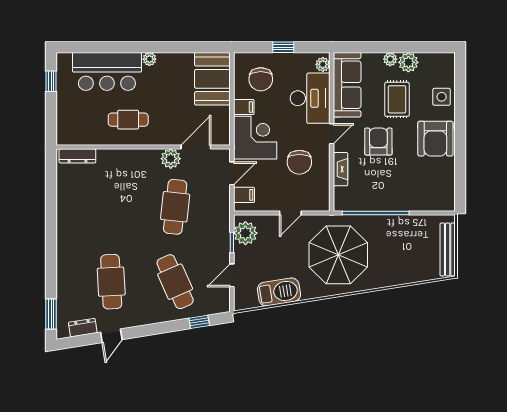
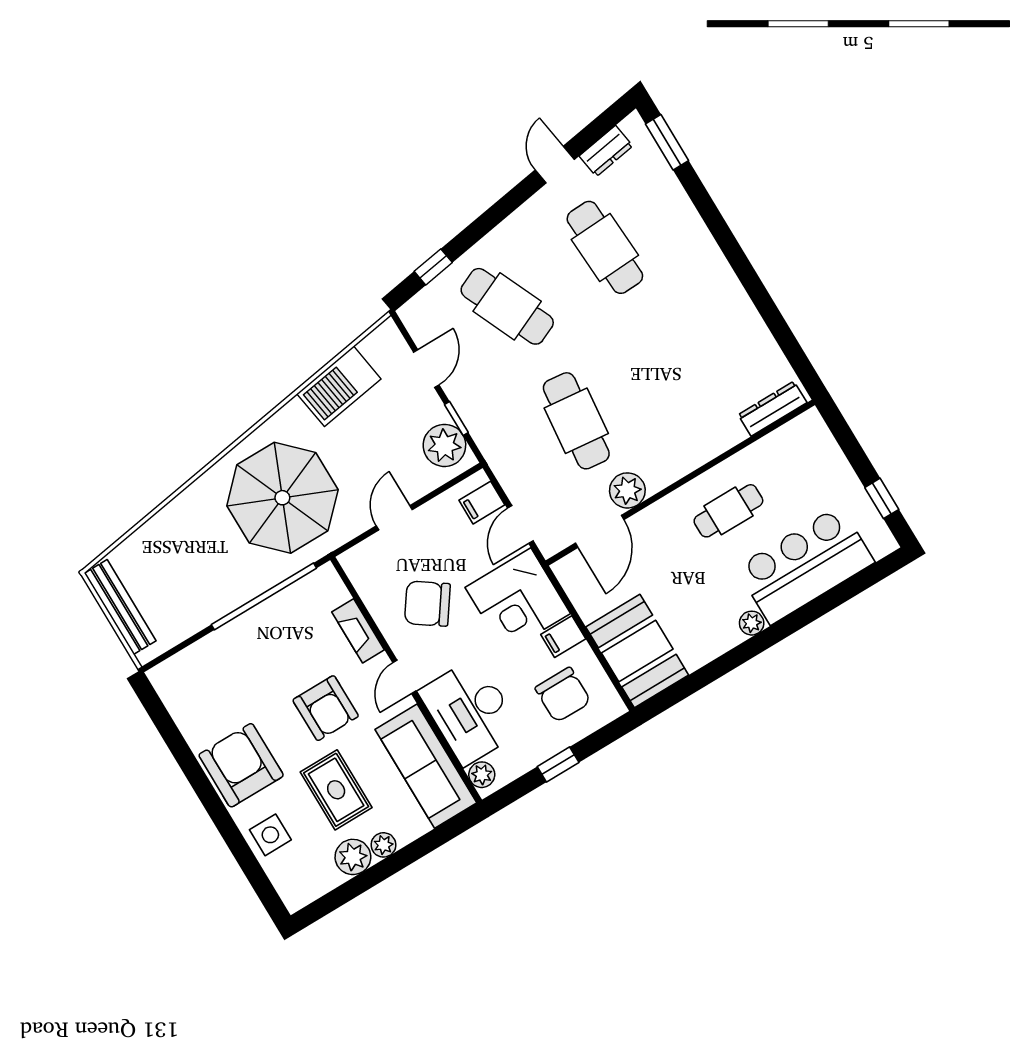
chair: (261, 79) -> (563, 695), turned 180
chair: (299, 162) -> (427, 604), turned -55

